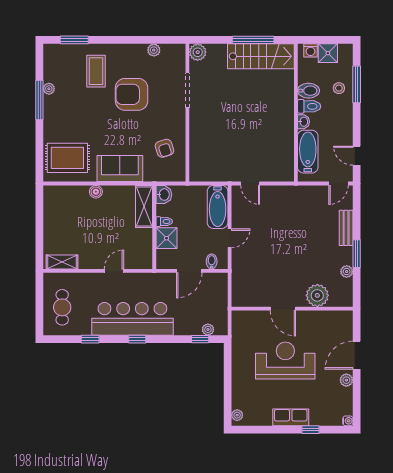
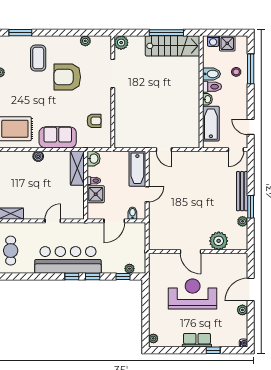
armchair: (164, 148) -> (94, 121), turned -72
bench: (346, 228) -> (242, 191), width x1.36
window: (90, 339) -> (93, 277), moved

